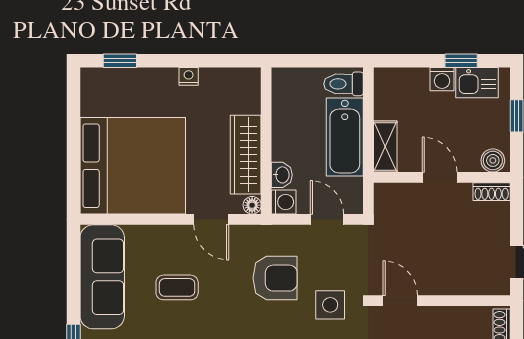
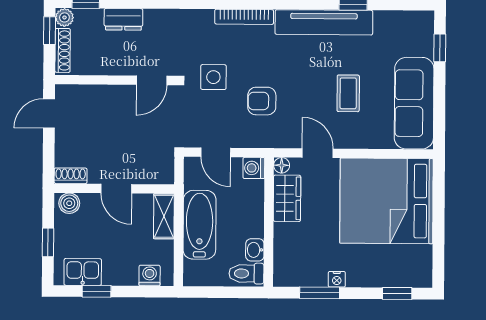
window: (208, 61) -> (320, 293), added
washing machine: (442, 79) -> (150, 275), moved
toilet: (344, 84) -> (246, 273), moved, turned 180
wardrobe: (246, 155) -> (287, 198), width x0.67
washbasin: (282, 175) -> (255, 250), moved
armchair: (275, 278) -> (262, 101), width x0.72, depth x0.72
coffee table: (177, 287) -> (348, 93), turned 90
door: (400, 301) -> (152, 80), hinge flipped

